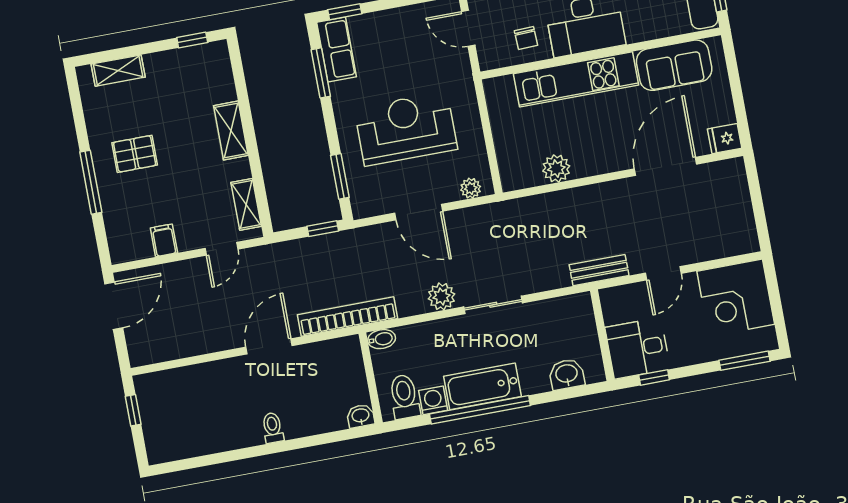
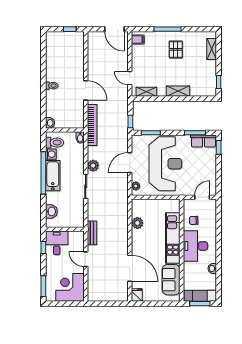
reception desk: (406, 129) -> (165, 164), width x1.36, depth x1.30
filing cabinet: (164, 240) -> (138, 39), moved

